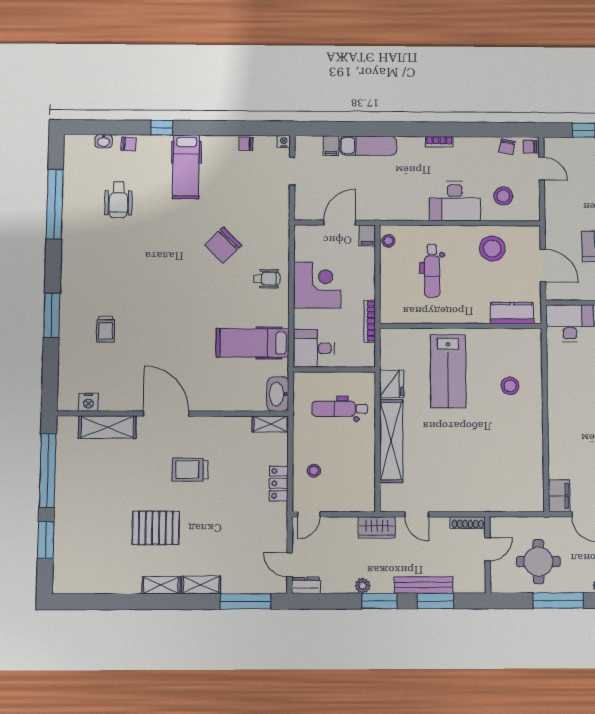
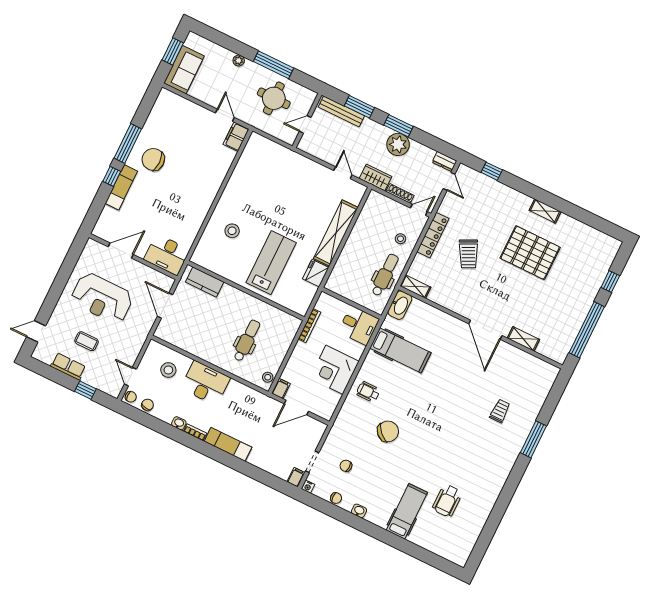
window: (162, 128) -> (391, 539), removed
washbasin: (104, 141) -> (359, 511), moved
washbasin: (462, 143) -> (179, 423), added
chair: (129, 144) -> (346, 466), moved
filing cabinet: (331, 146) -> (296, 477), moved
exam couch: (368, 146) -> (228, 444), moved
hospital bed: (186, 167) -> (407, 511), moved
wheelchair: (118, 200) -> (447, 501), turned 180
window: (55, 204) -> (494, 520), removed
stool: (492, 249) -> (196, 336), removed
nightstand: (88, 402) -> (536, 364), removed
dental chair: (340, 409) -> (385, 275), moved, turned -90
shelving: (107, 427) -> (523, 339), width x0.67, depth x0.75
trolley: (190, 470) -> (468, 254), moved, turned 64
locker: (279, 483) -> (433, 235), width x1.53
shoe rack: (468, 523) -> (400, 194), moved
pallet: (156, 528) -> (530, 253), width x1.37, depth x1.41
window: (46, 540) -> (610, 281), width x0.67
shelving: (201, 585) -> (517, 198), removed
bench: (424, 585) -> (341, 111), moved
plant: (363, 586) -> (398, 144), width x1.88, depth x1.88
window: (246, 601) -> (492, 171), width x0.46

